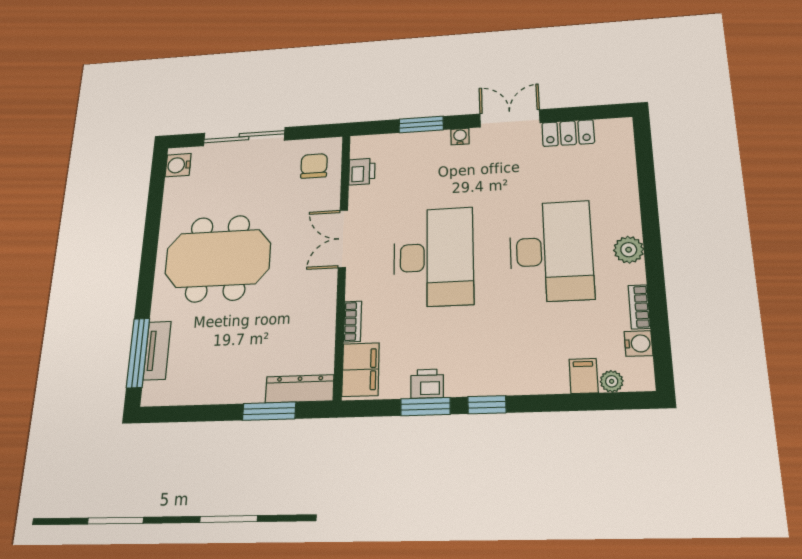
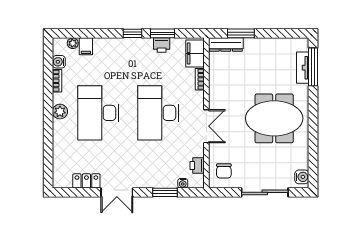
water cooler: (460, 137) -> (183, 183), moved

